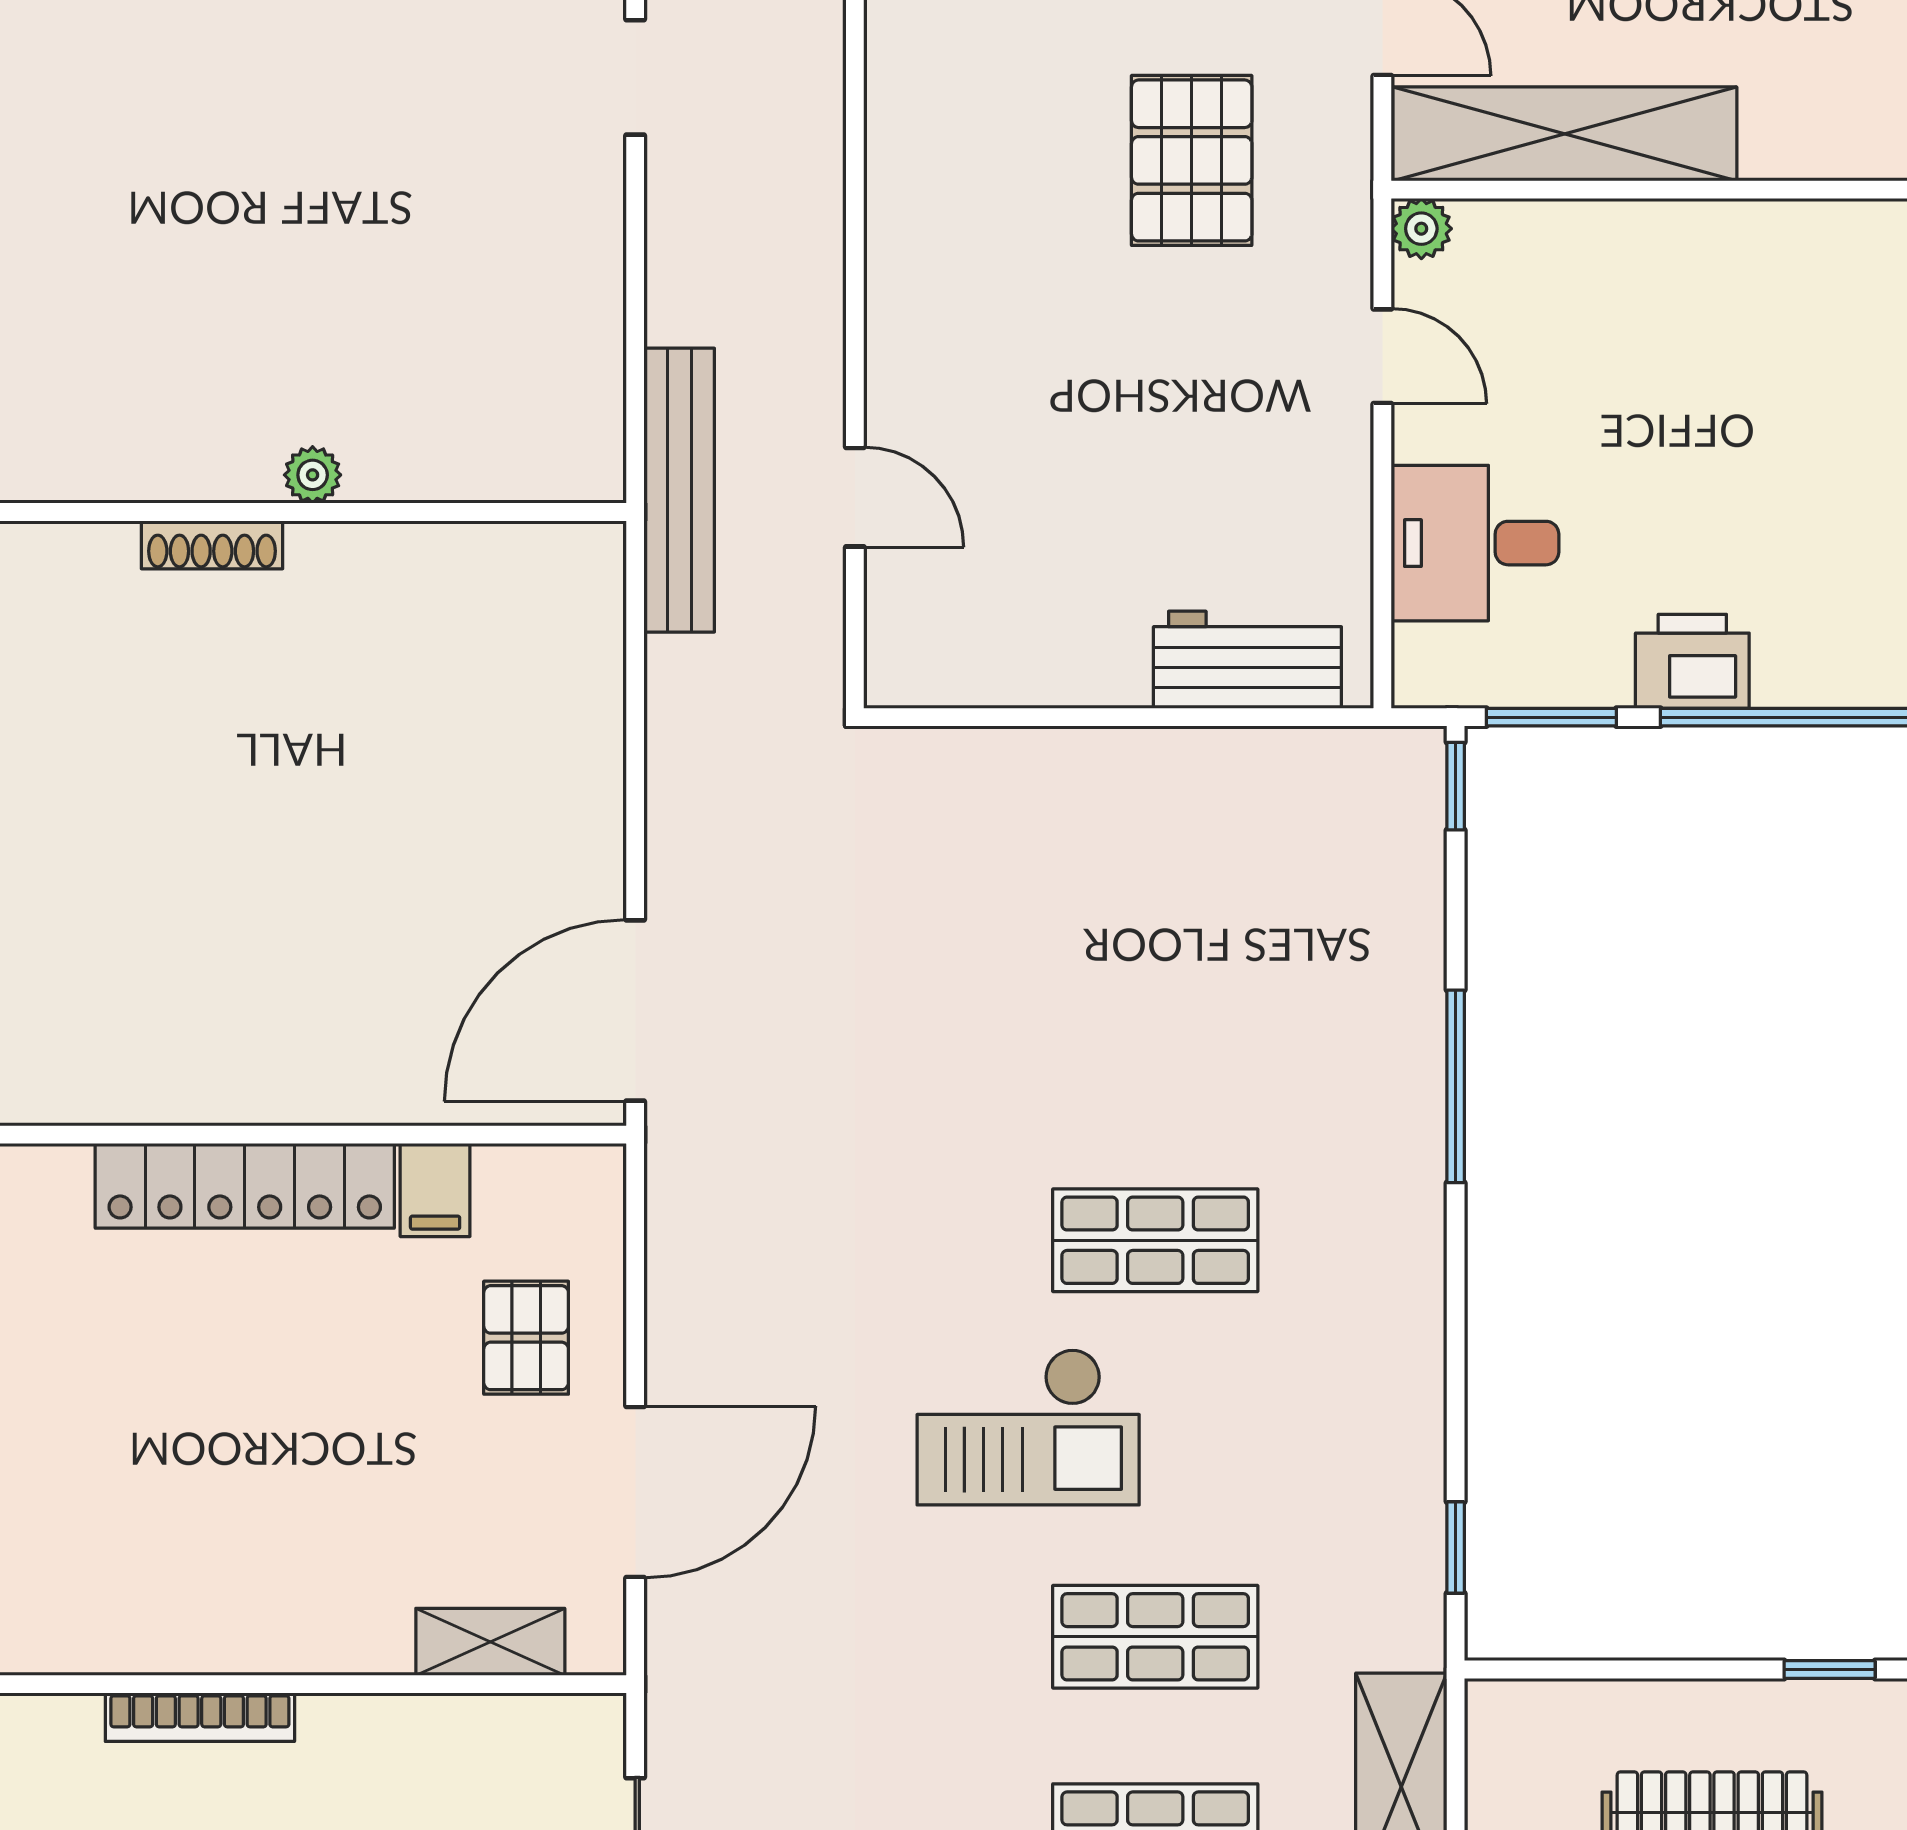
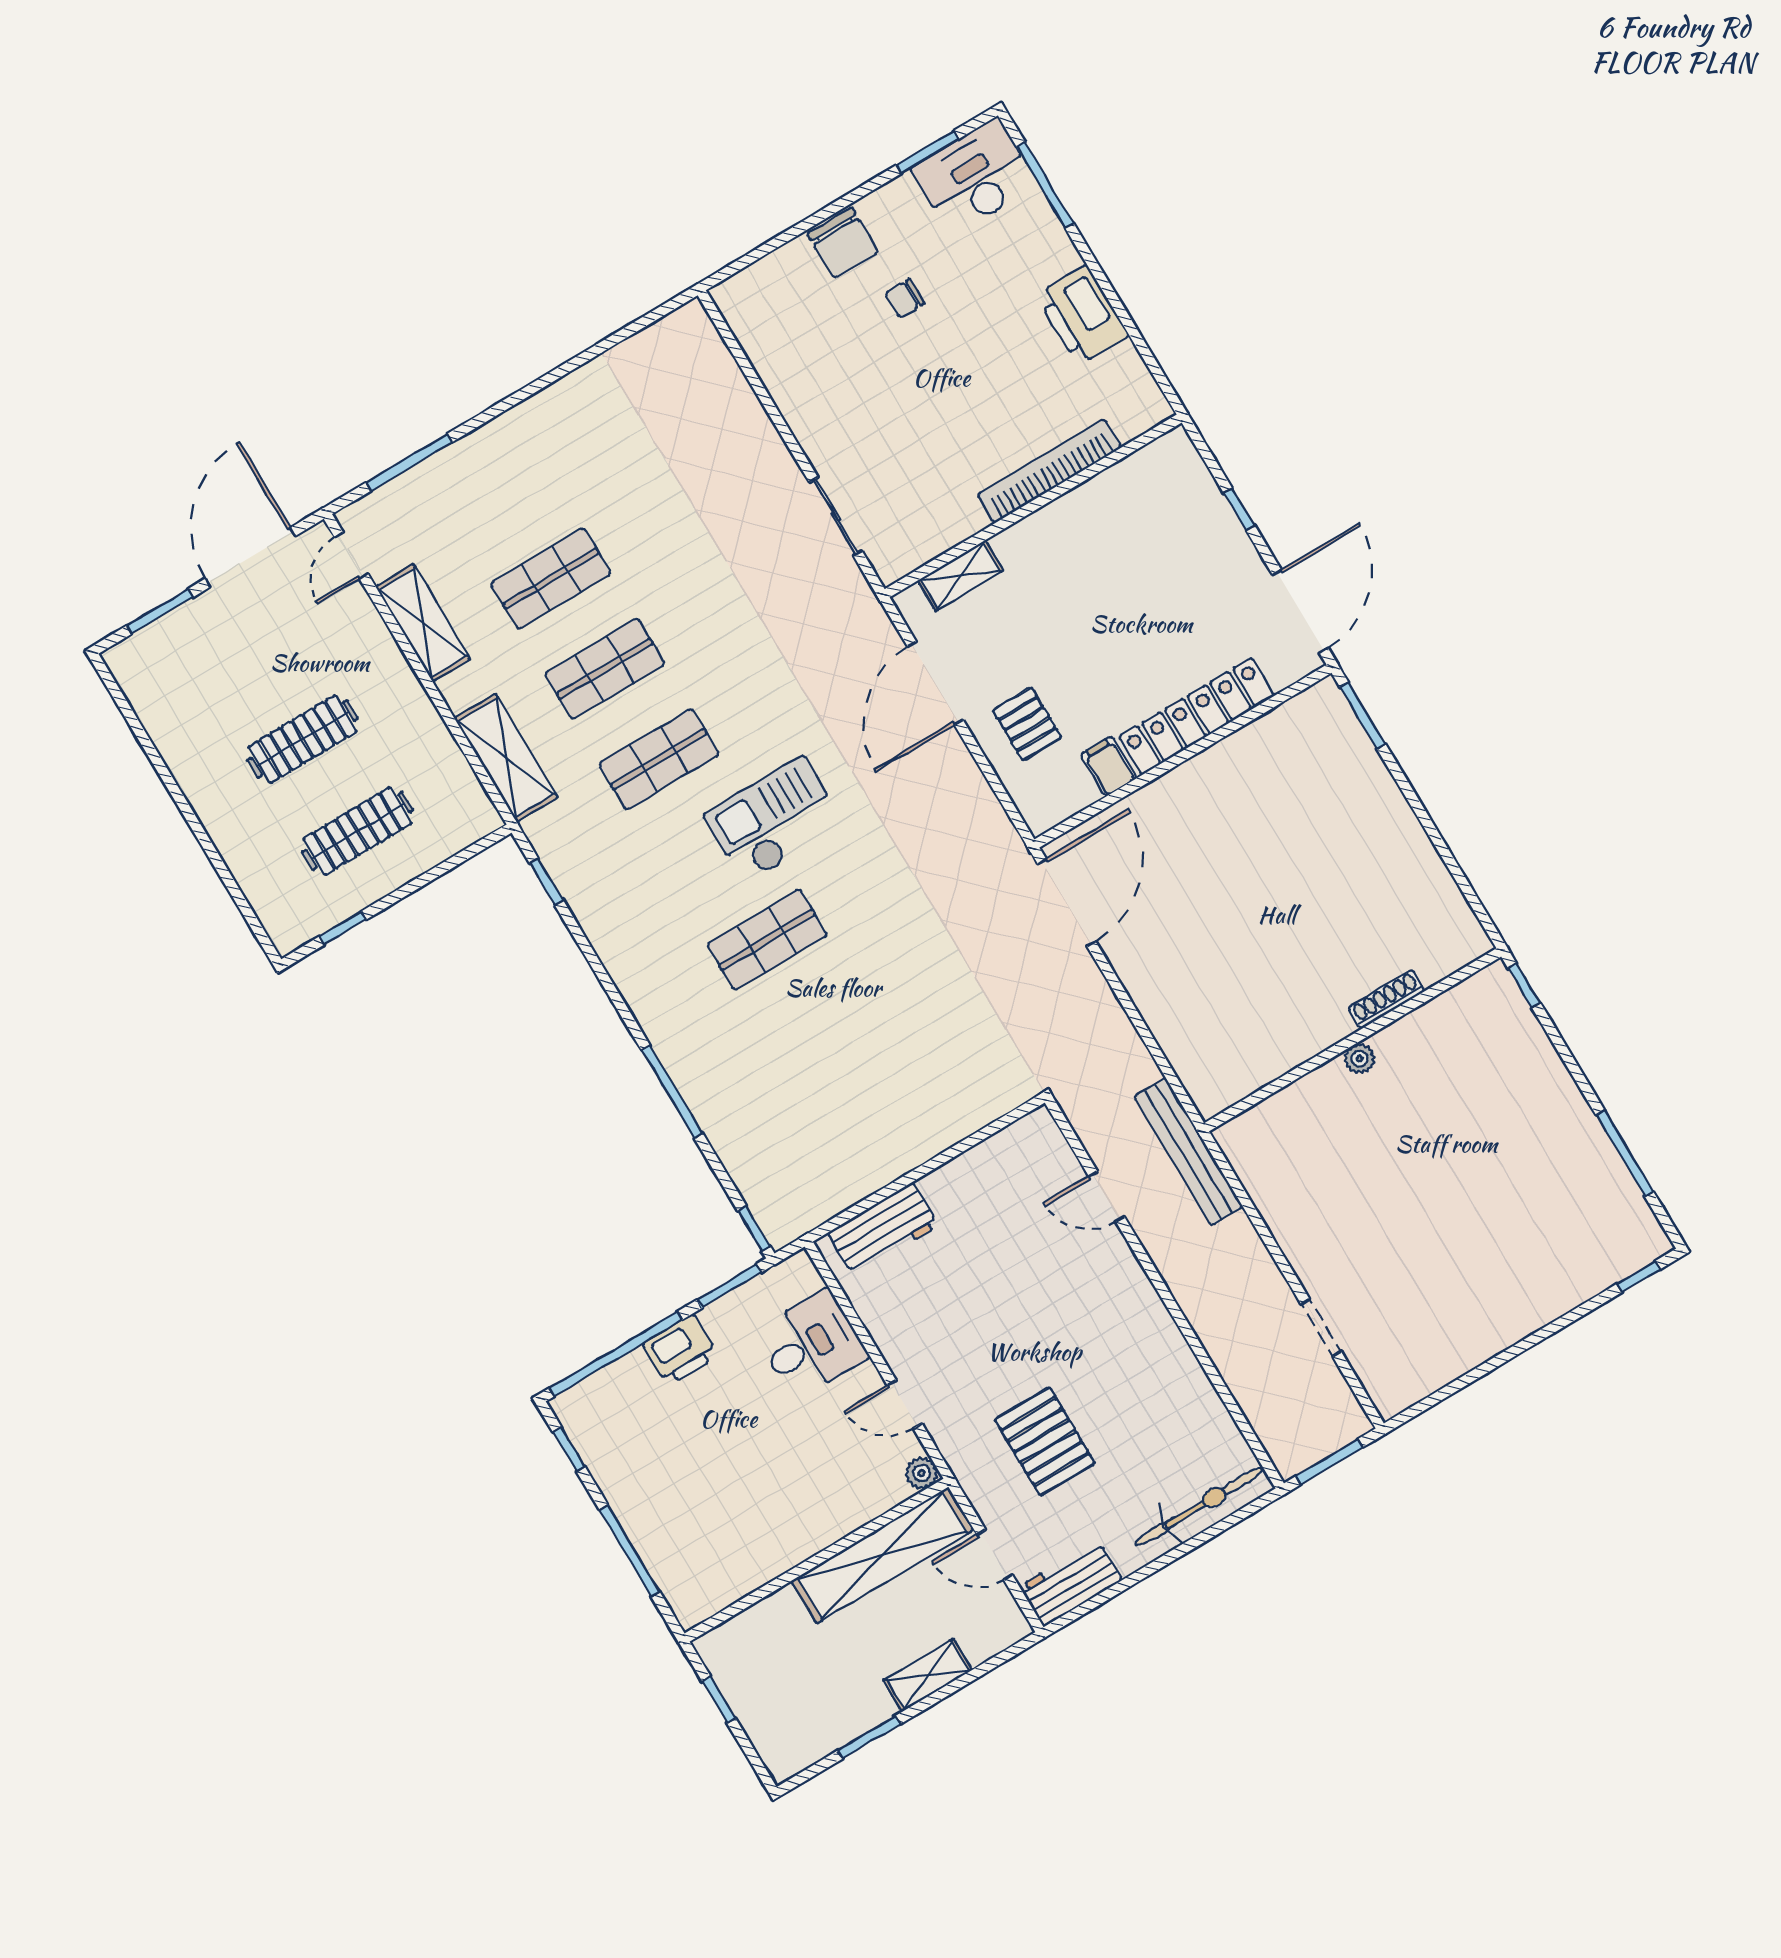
bookcase: (200, 1717) -> (1049, 471), width x1.48, depth x1.31

